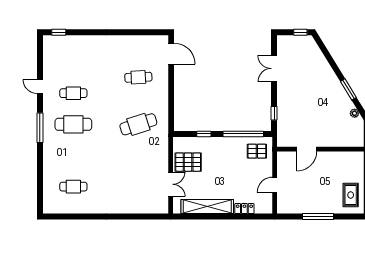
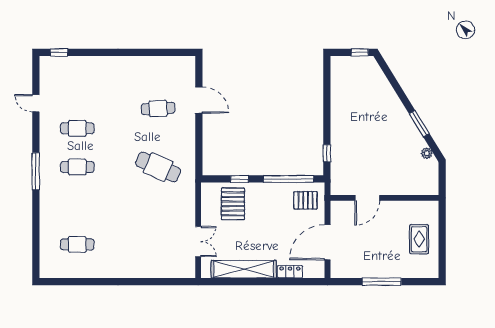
door: (171, 54) -> (199, 100), moved
double door: (274, 69) -> (327, 98), removed
door: (40, 87) -> (36, 103), moved
cafe table: (73, 124) -> (77, 167), width x0.73, depth x0.74
cafe table: (138, 124) -> (158, 167), turned 42
pallet: (188, 162) -> (233, 204), moved, turned 90
door: (275, 185) -> (327, 242), width x1.88
rug: (351, 195) -> (419, 239), moved

